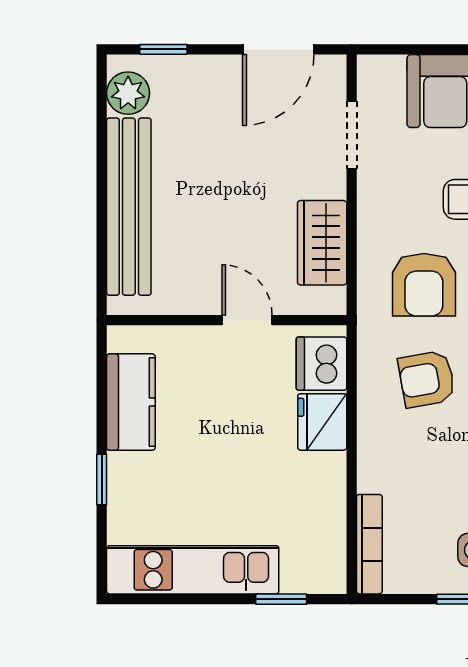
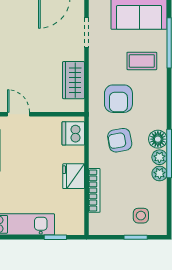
door: (247, 320) -> (19, 114), moved
fridge: (322, 422) -> (74, 176), moved
bookcase: (369, 544) -> (94, 190), moved

